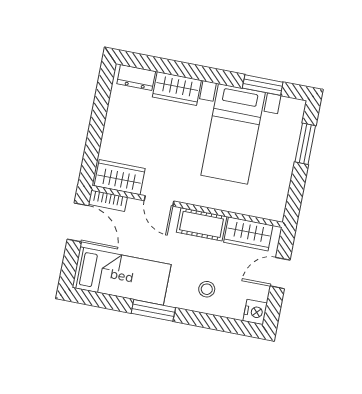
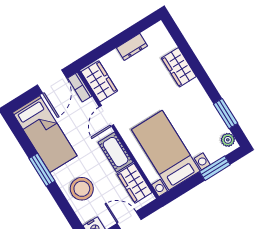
dresser: (136, 78) -> (132, 47), moved, turned -90
plant: (290, 106) -> (228, 140), added
bed with nightstands: (233, 134) -> (166, 150), moved, turned 90
stool: (207, 289) -> (82, 189), width x1.89, depth x1.89

